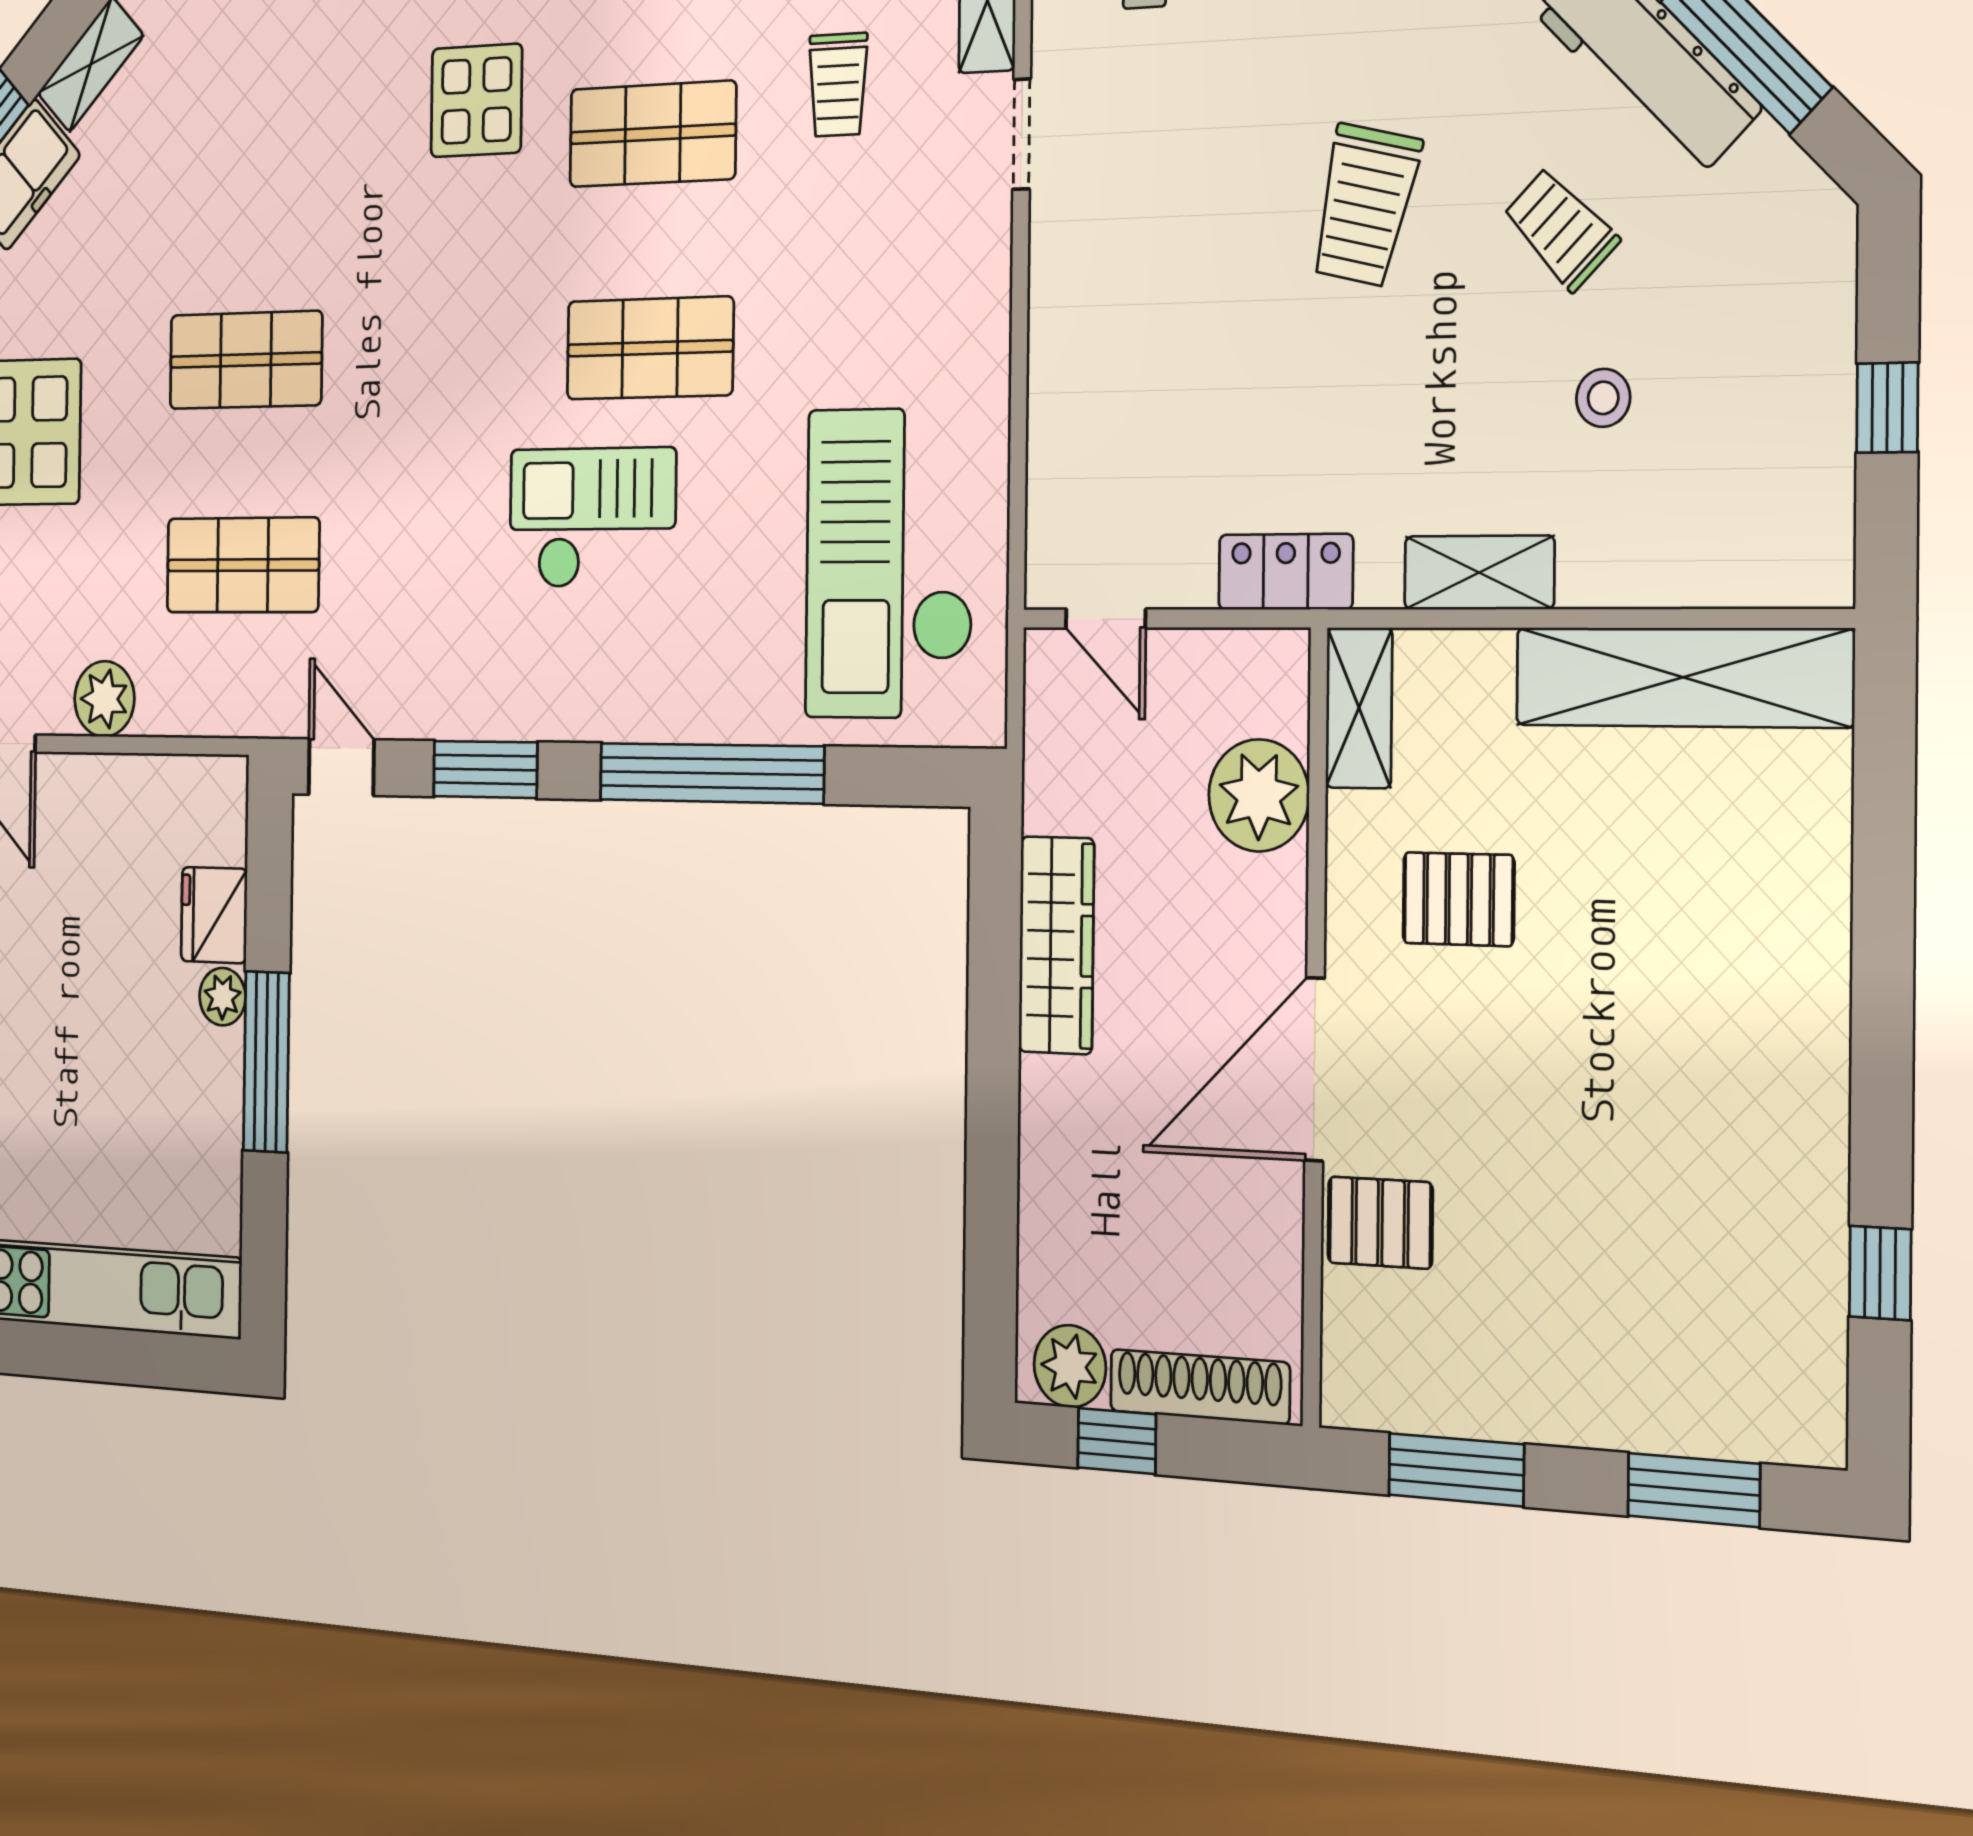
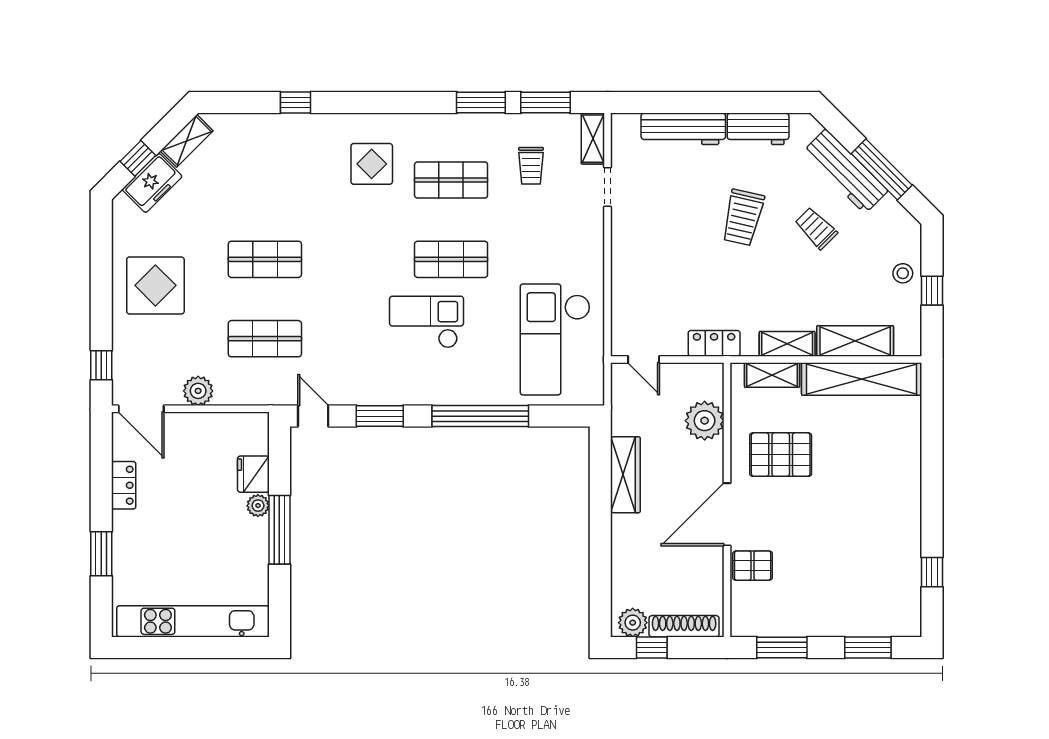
stool: (1603, 398) -> (903, 273), moved
shelving: (1666, 563) -> (855, 341), added
shelving: (1359, 708) -> (772, 375), moved, turned 90
pallet: (1459, 899) -> (781, 455), width x1.50, depth x1.42

